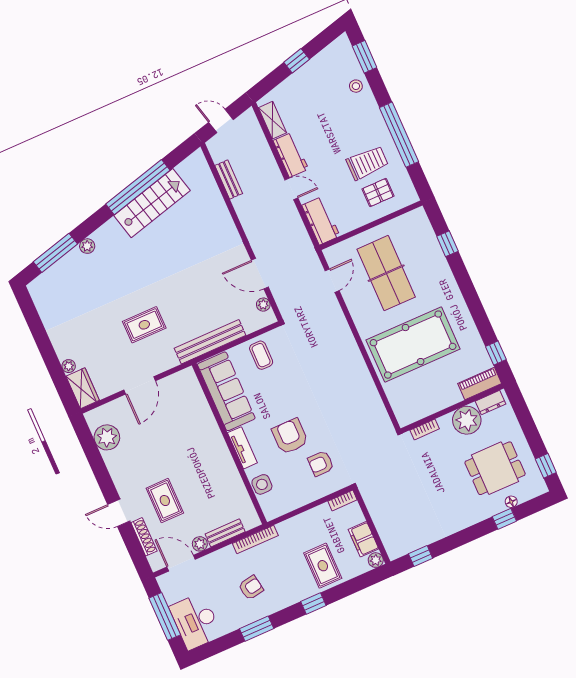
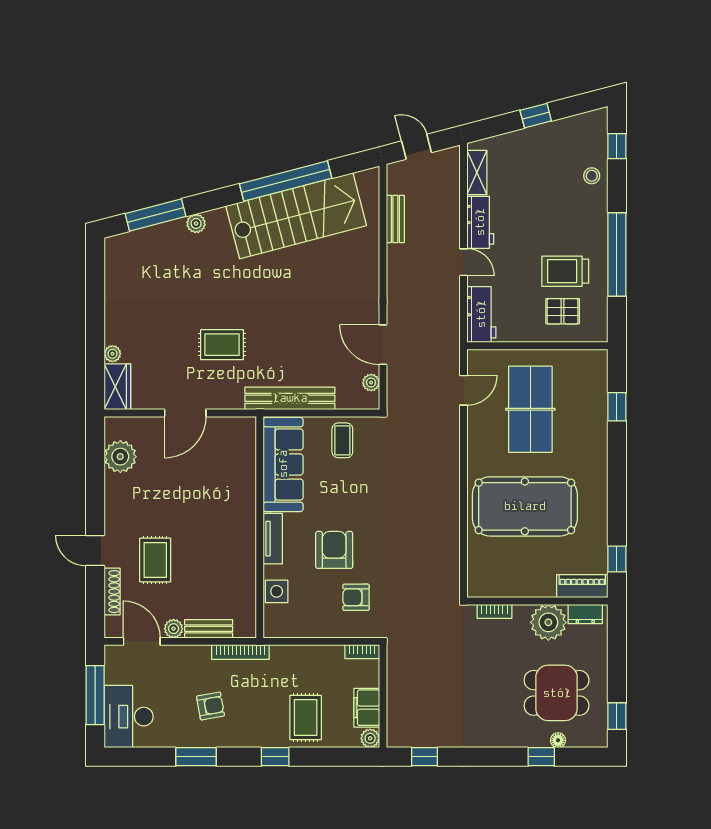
window: (365, 57) -> (617, 146), width x0.67
trolley: (367, 163) -> (565, 271), turned 180
stairs: (152, 203) -> (296, 216), width x1.36, depth x1.51

